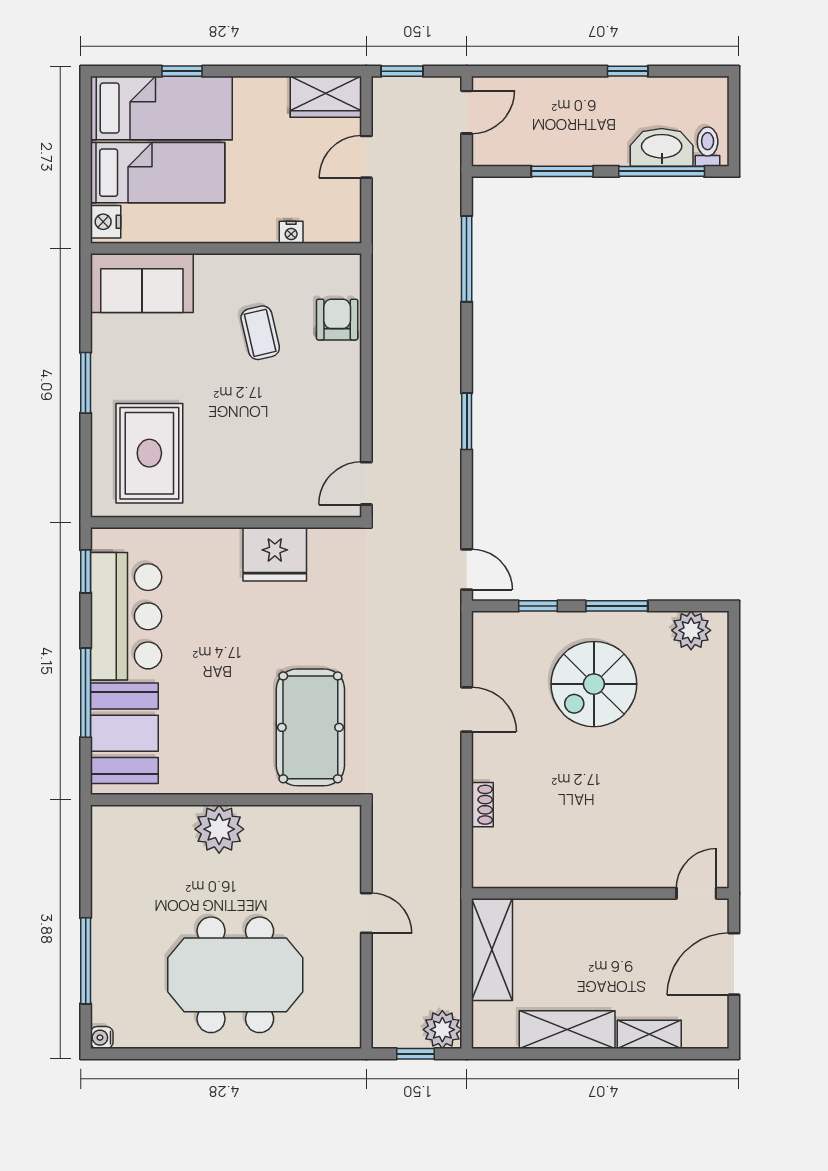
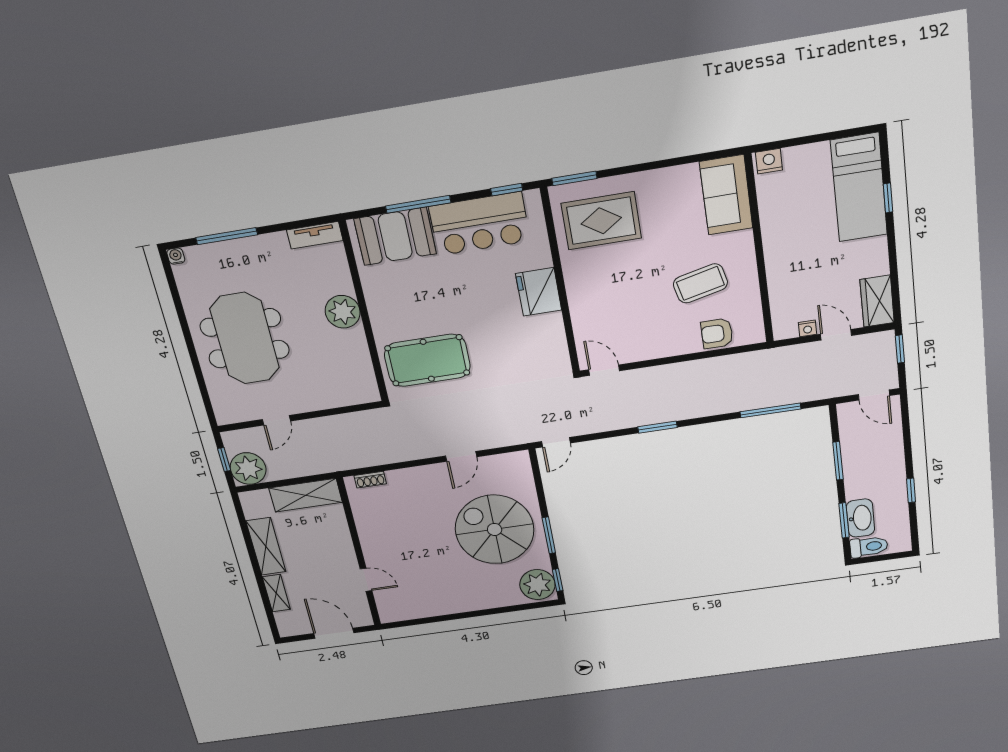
toilet: (708, 147) -> (869, 547), width x1.37, depth x1.39
window: (662, 171) -> (844, 520), width x0.69
bed: (158, 173) -> (810, 193), removed
nightstand: (291, 232) -> (807, 328), moved, turned -90
armchair: (337, 320) -> (717, 333), turned 180
coffee table: (260, 333) -> (700, 283), width x1.36, depth x1.30
window: (86, 383) -> (574, 178), moved
fridge: (275, 554) -> (539, 292), moved
window: (538, 606) -> (558, 580), moved
plant: (691, 630) -> (537, 585), width x1.36, depth x1.36
spiral stairs: (594, 684) -> (495, 529), width x1.37, depth x1.37
shoe rack: (482, 805) -> (370, 480), moved
tv unit: (104, 841) -> (315, 235), added
door: (696, 893) -> (366, 580), moved
door: (366, 913) -> (276, 420), moved
plant: (442, 1030) -> (248, 469), width x1.36, depth x1.36

